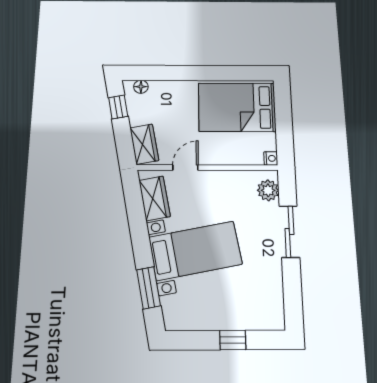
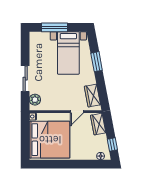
bed: (237, 107) -> (50, 140), width x1.36
bed with nightstands: (195, 251) -> (68, 53), moved, turned -79
window: (149, 288) -> (97, 62), moved
window: (233, 340) -> (55, 27), width x2.17

